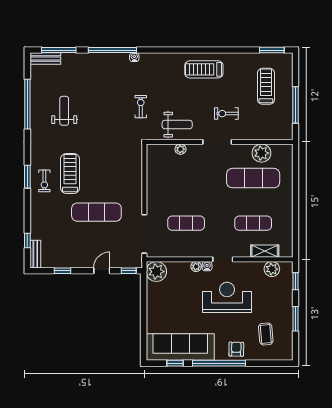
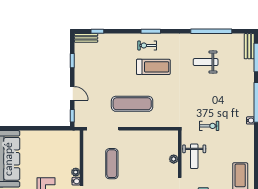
weight bench: (64, 111) -> (206, 62), turned 180
exercise mat: (96, 212) -> (132, 104), moved, turned 90
plant: (156, 272) -> (72, 139), removed

